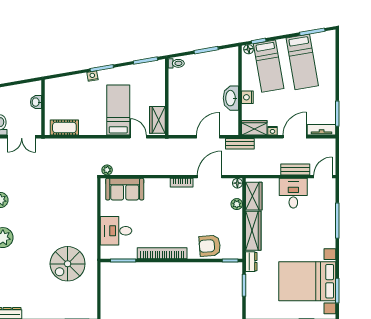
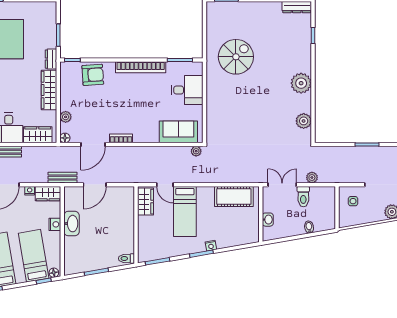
cot: (64, 128) -> (234, 197), width x1.37, depth x1.34
wardrobe: (254, 196) -> (38, 135), moved, turned 90

